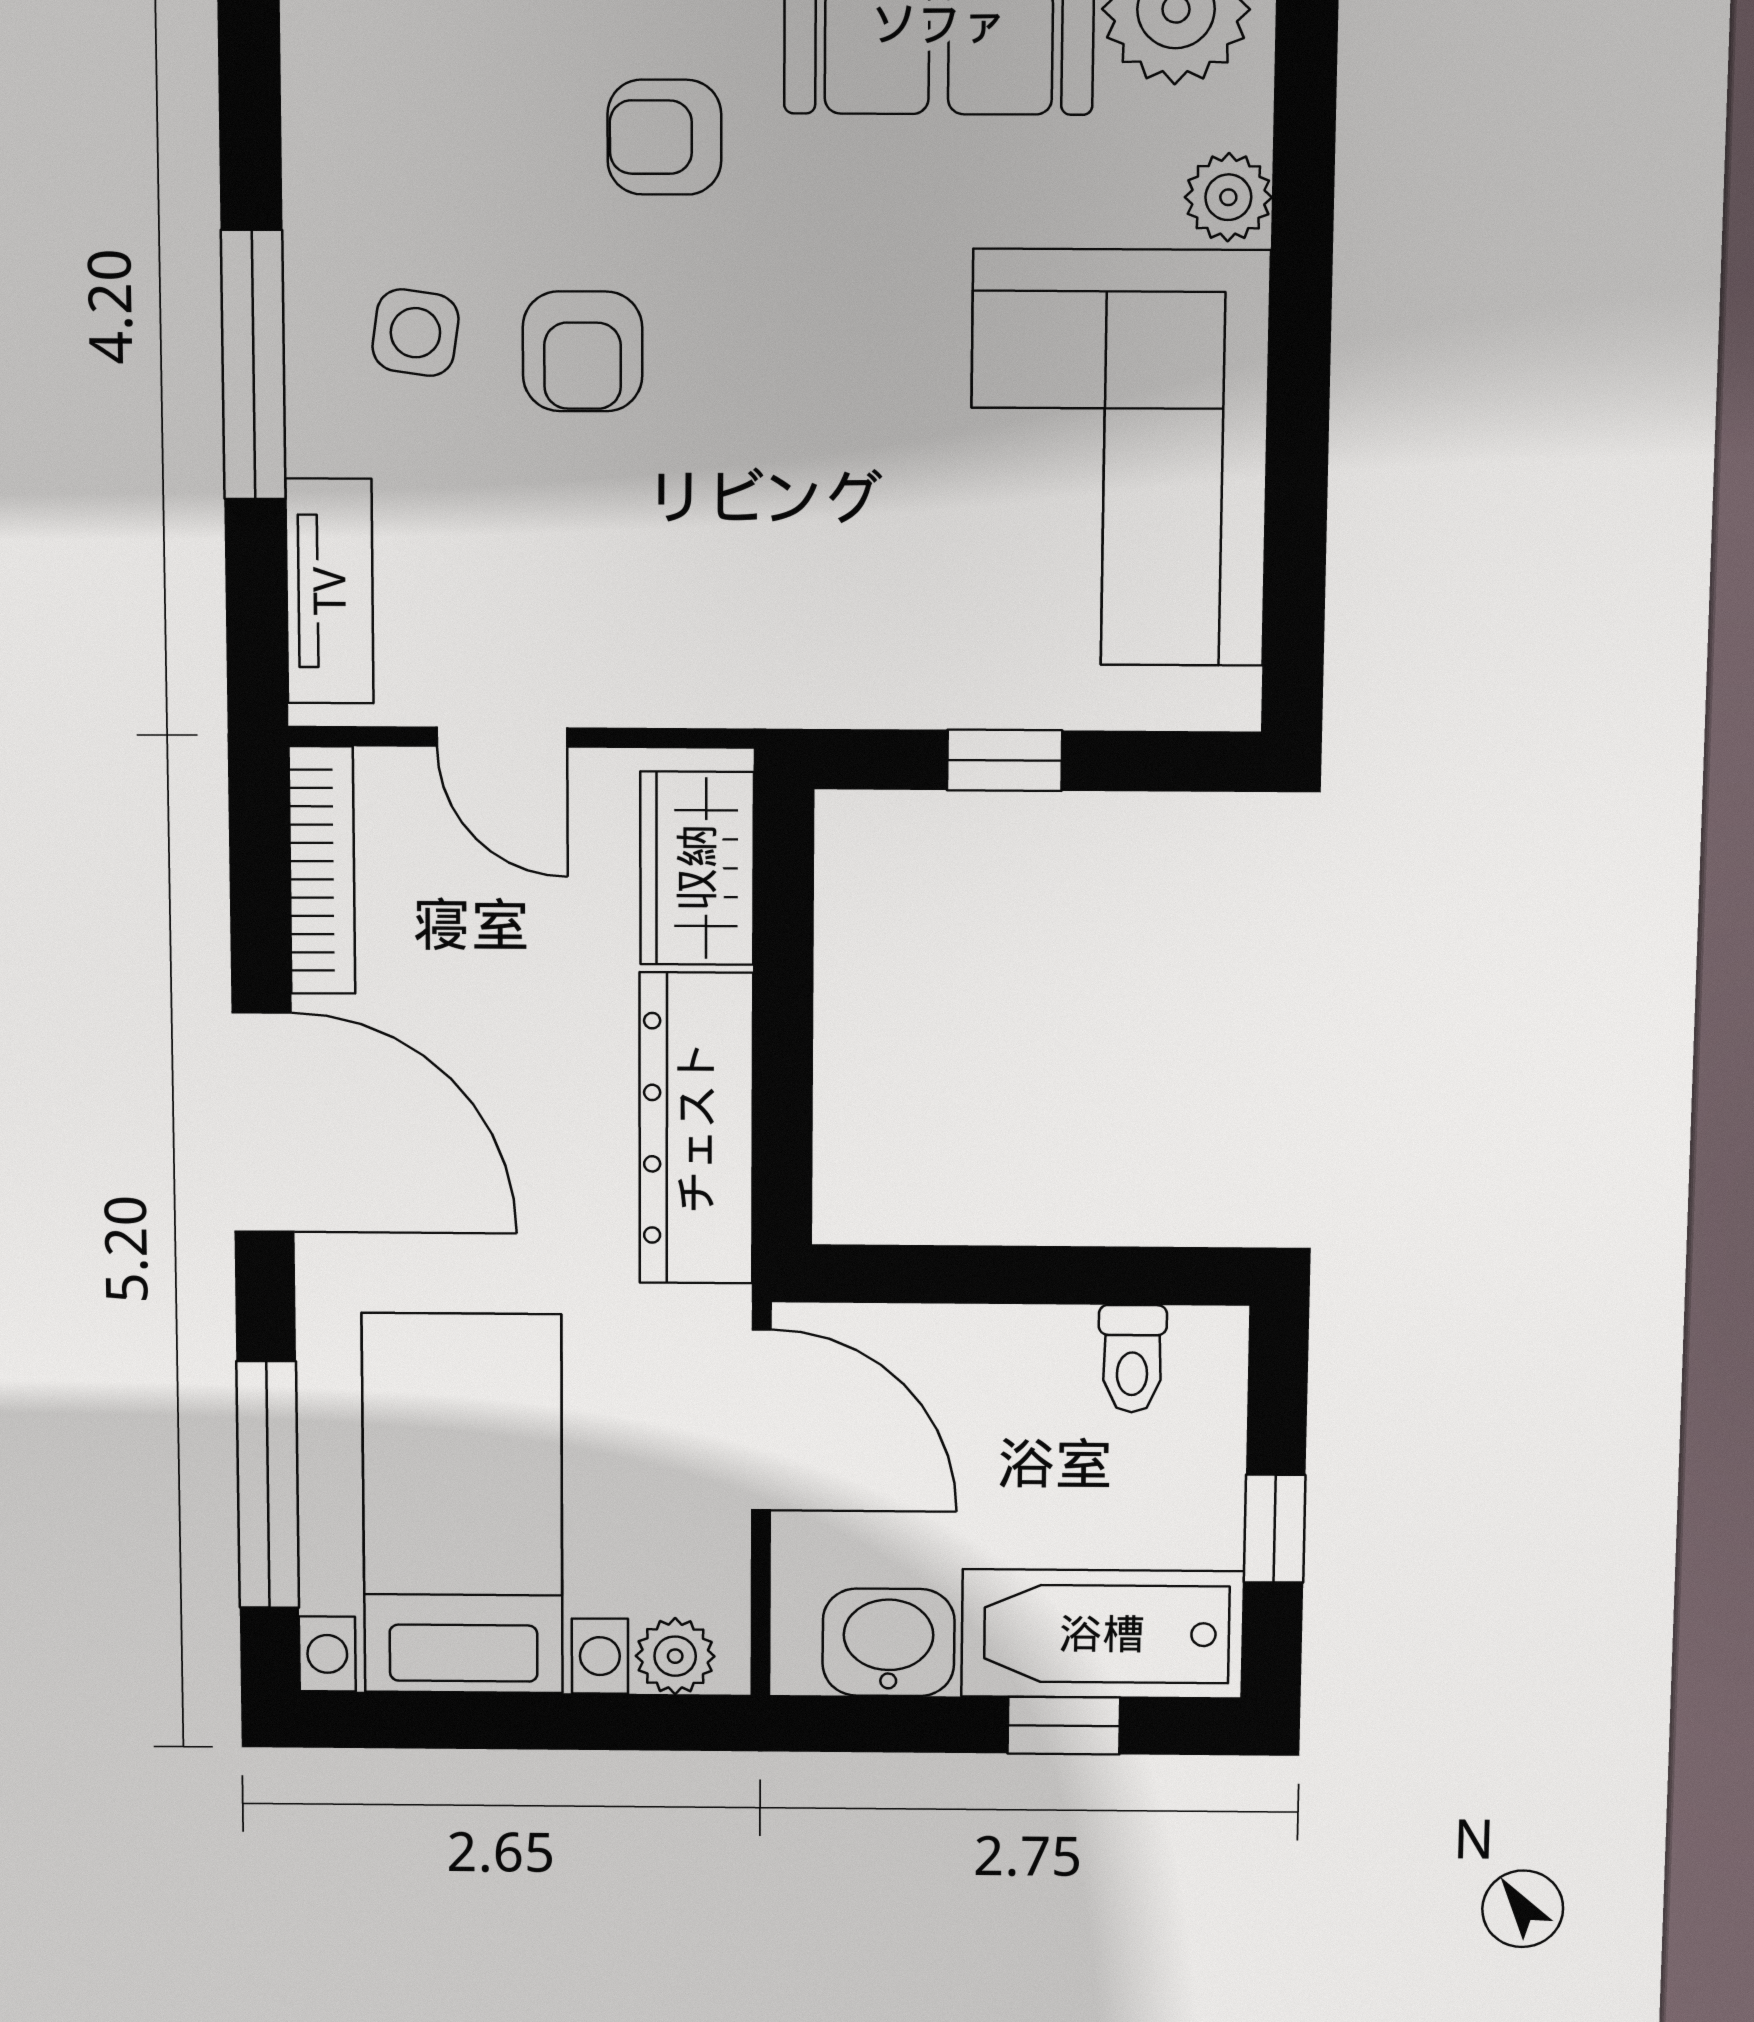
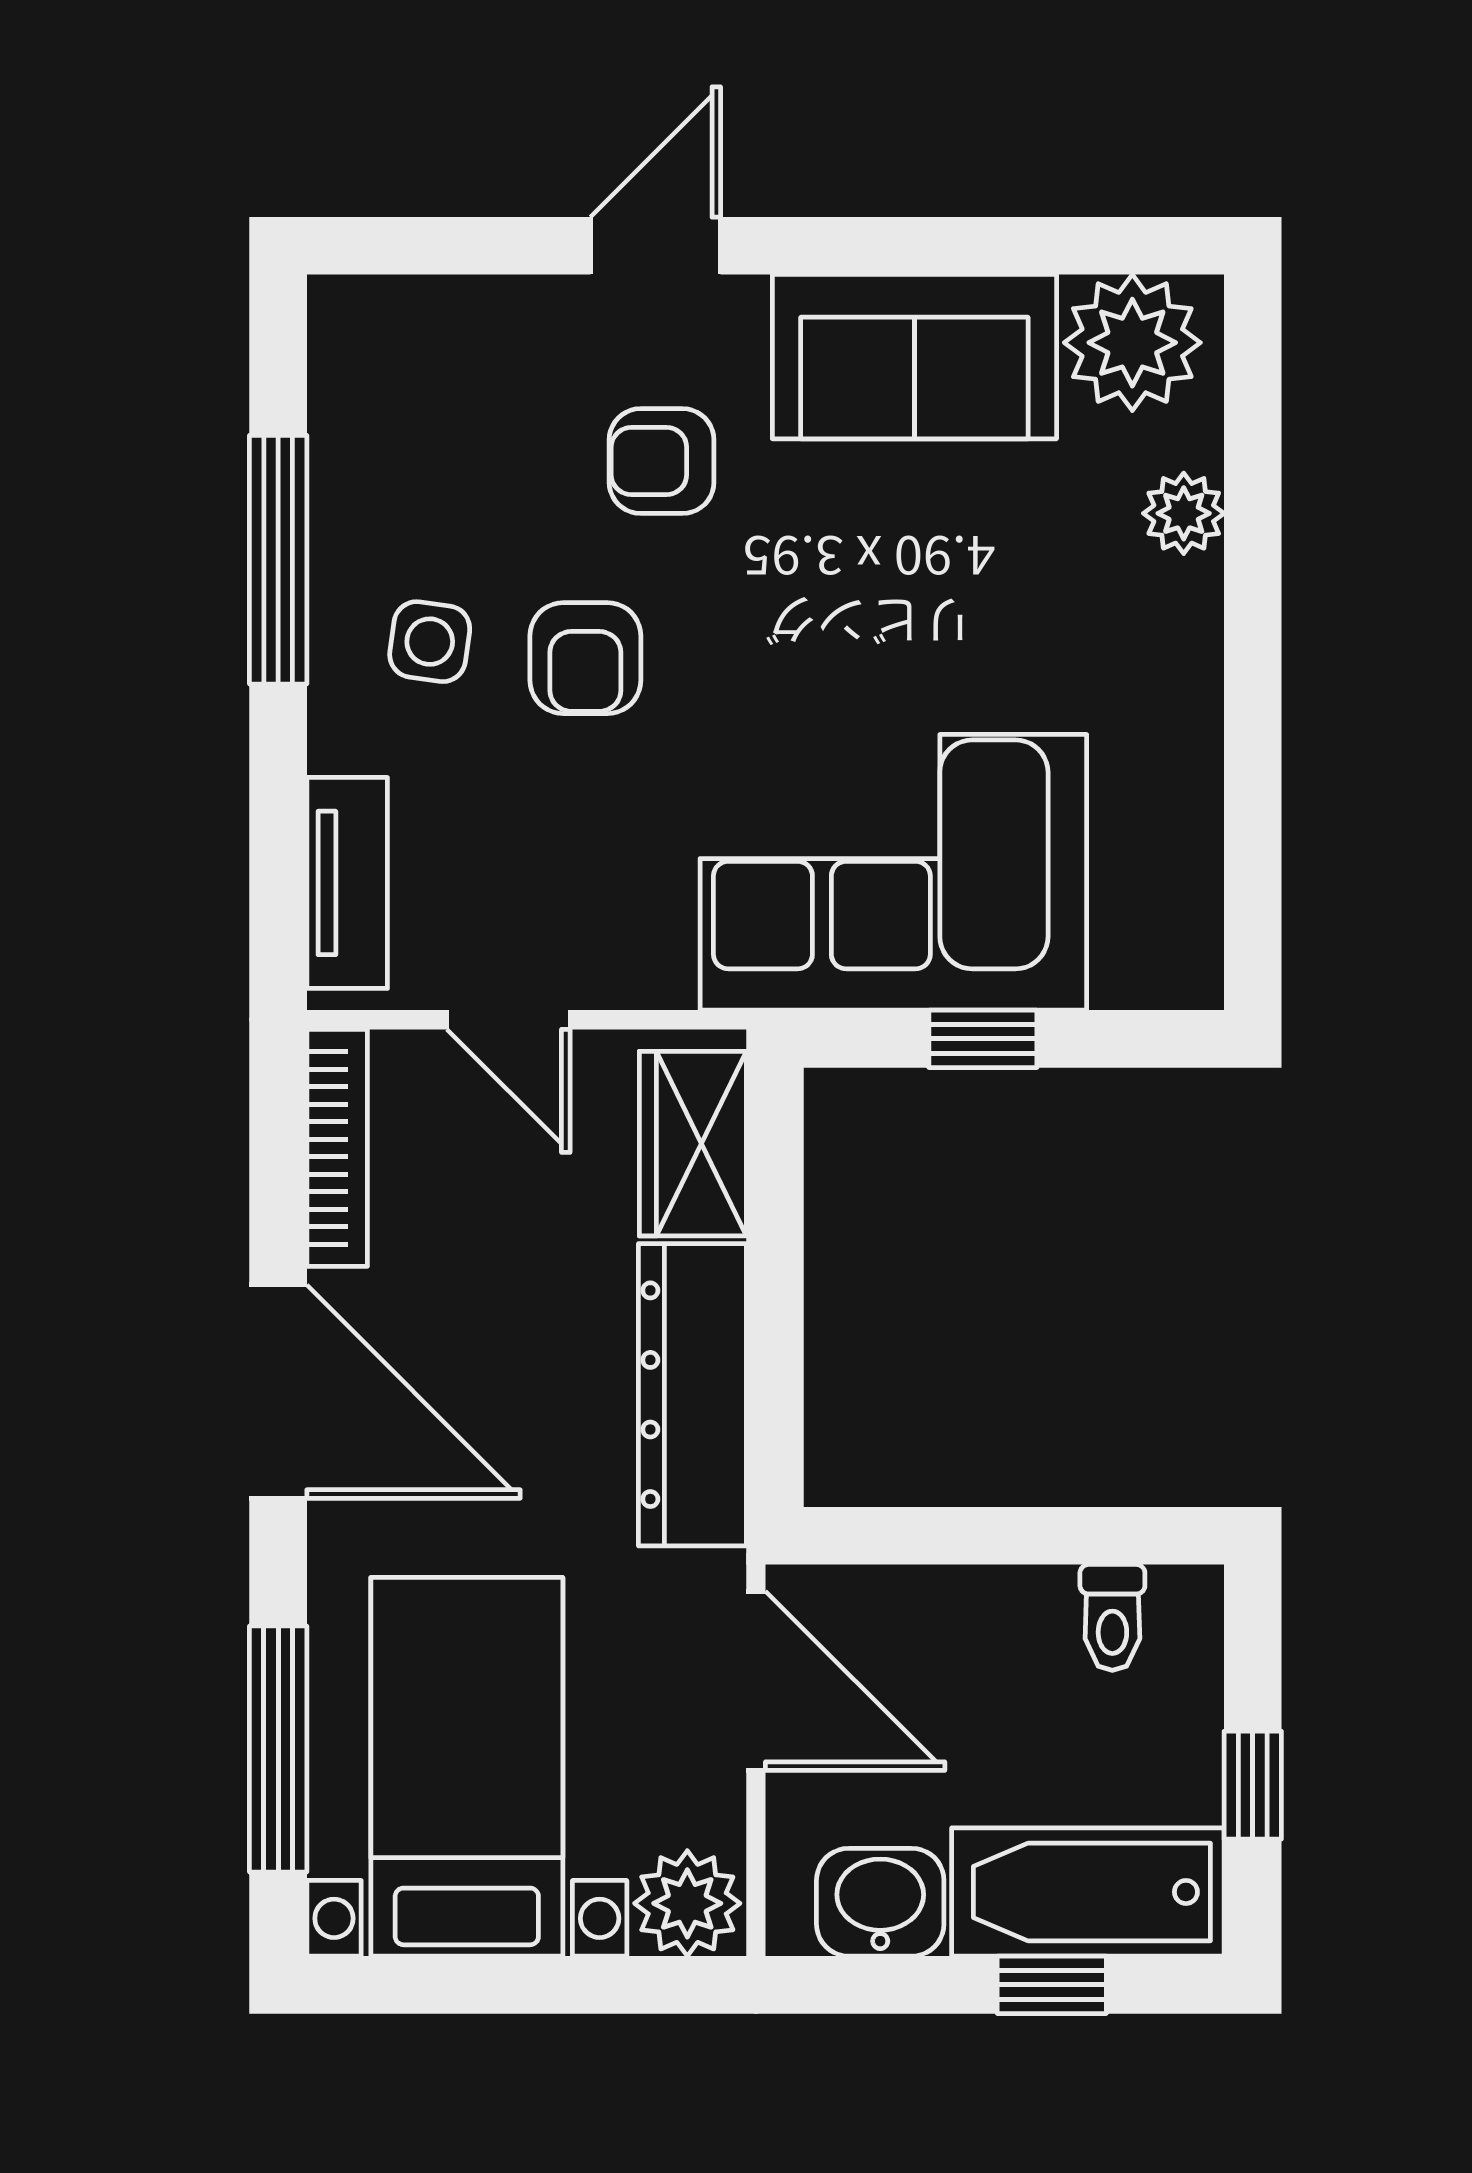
window: (253, 365) -> (278, 560), moved
corner sofa: (1119, 458) -> (893, 872), moved, turned 90
plant: (675, 1656) -> (687, 1903), width x1.38, depth x1.38

